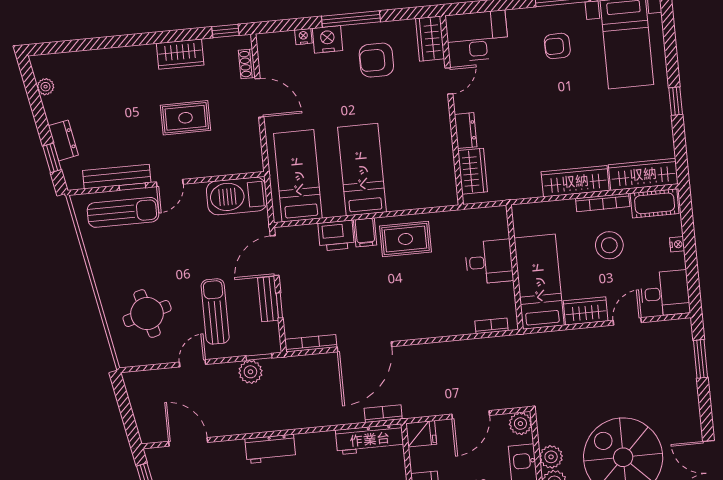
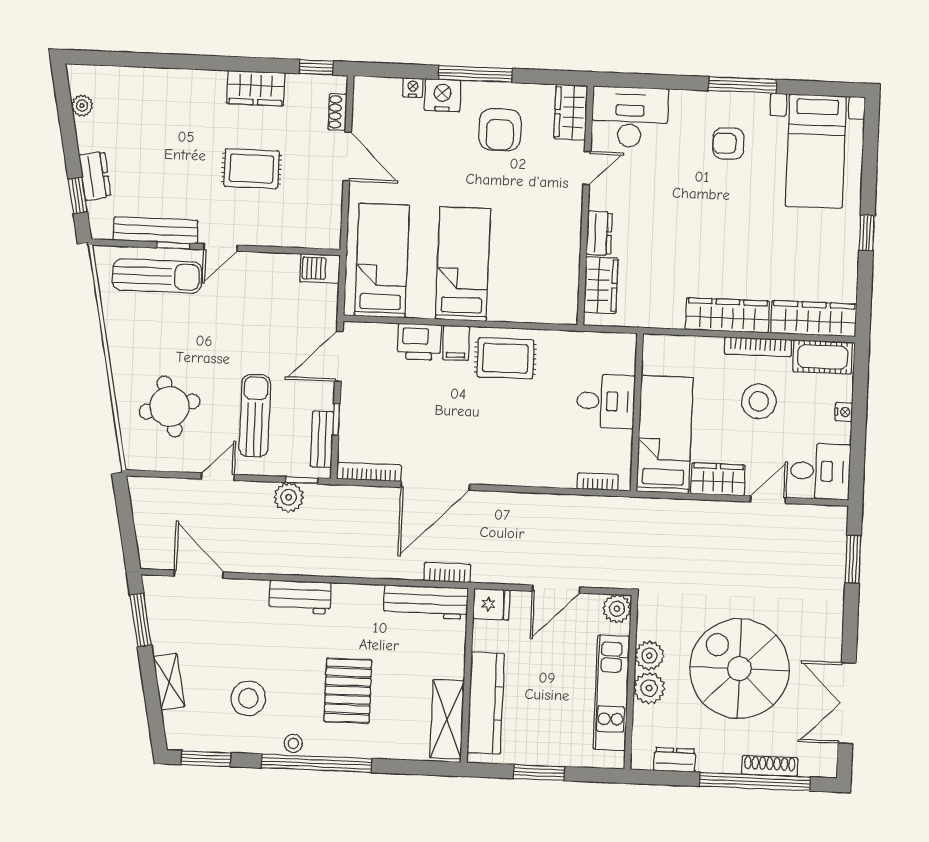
armchair: (376, 60) -> (500, 130), turned -90
barbecue: (237, 196) -> (320, 269), width x0.53, depth x0.65
bench: (268, 299) -> (322, 439), moved

